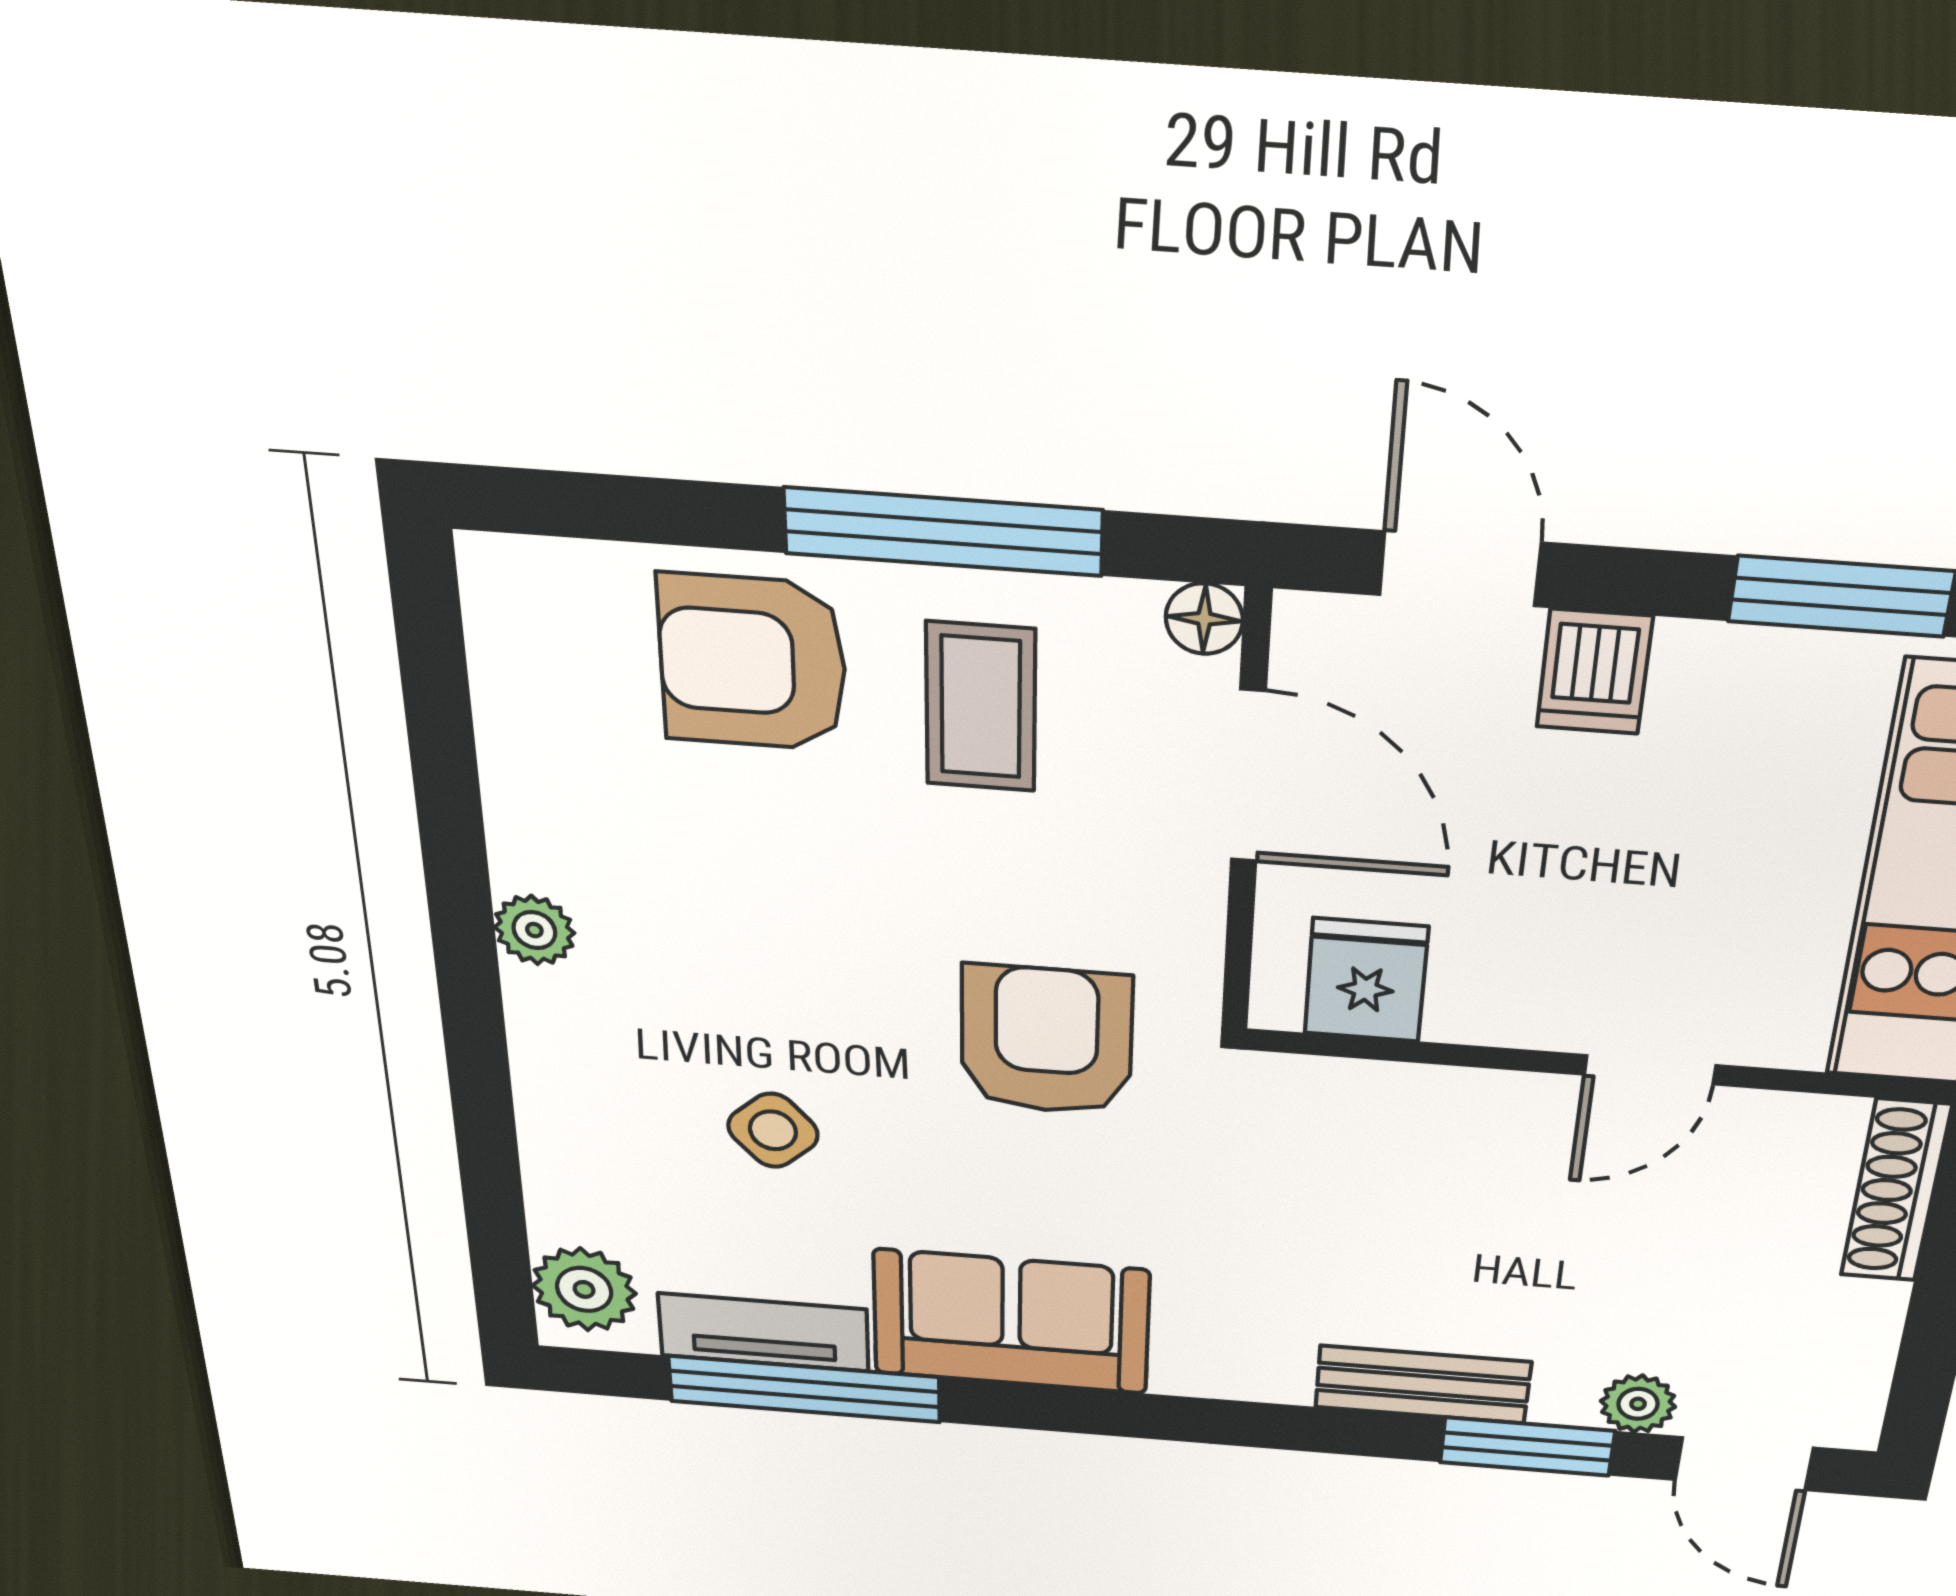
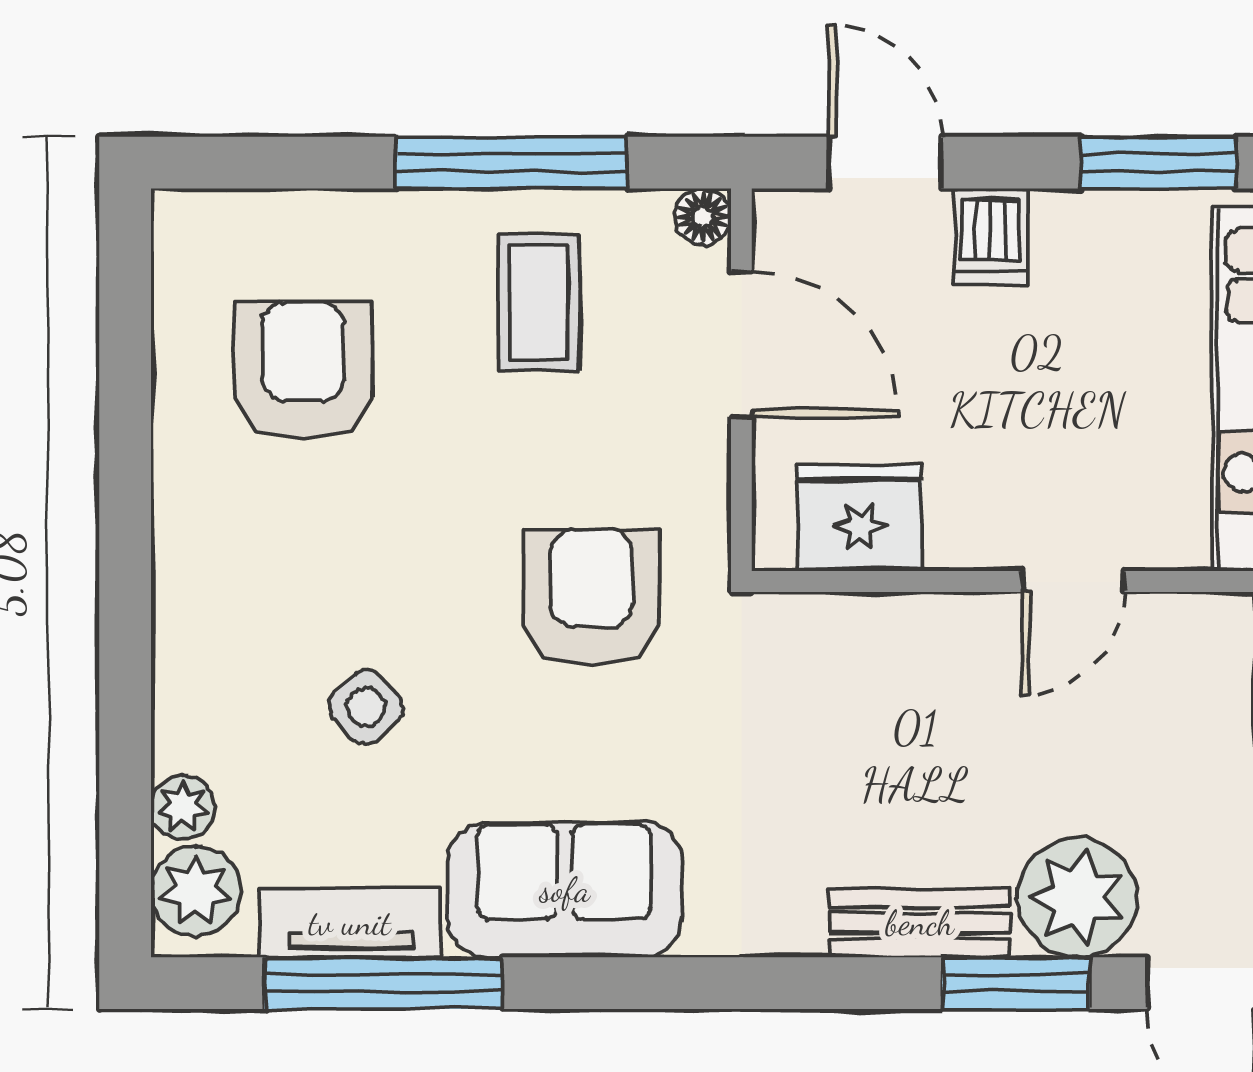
armchair: (753, 663) -> (303, 371), moved, turned 90
plant: (534, 930) -> (183, 807), moved
fridge: (1366, 980) -> (860, 518), width x1.38
plant: (1638, 1404) -> (1077, 897), width x1.88, depth x1.88

